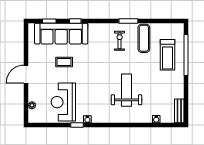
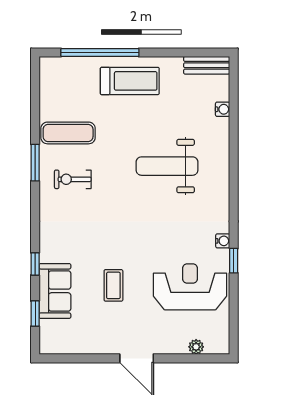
sofa: (61, 34) -> (55, 291), width x0.54, depth x0.79
treadmill: (168, 55) -> (130, 81), moved
reception desk: (63, 102) -> (190, 287), turned 180

